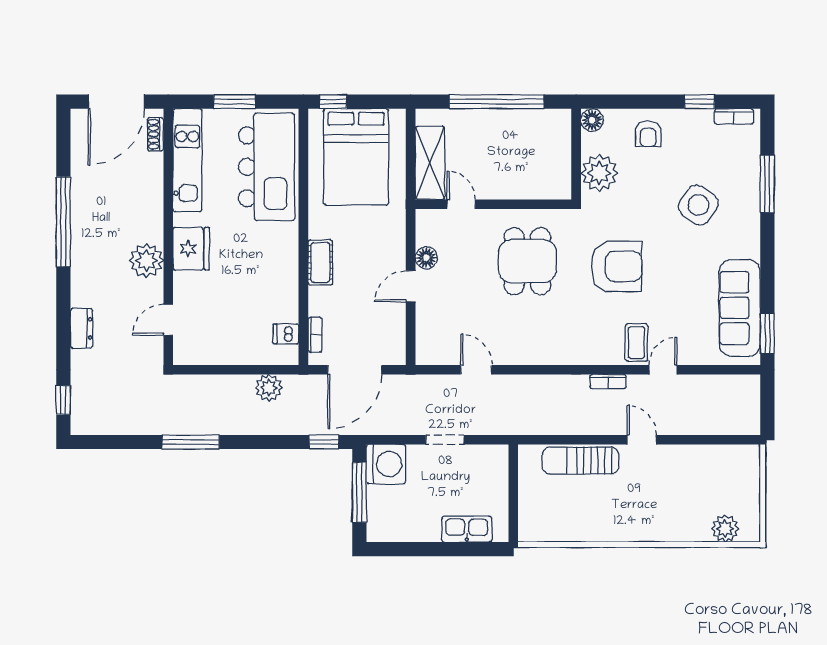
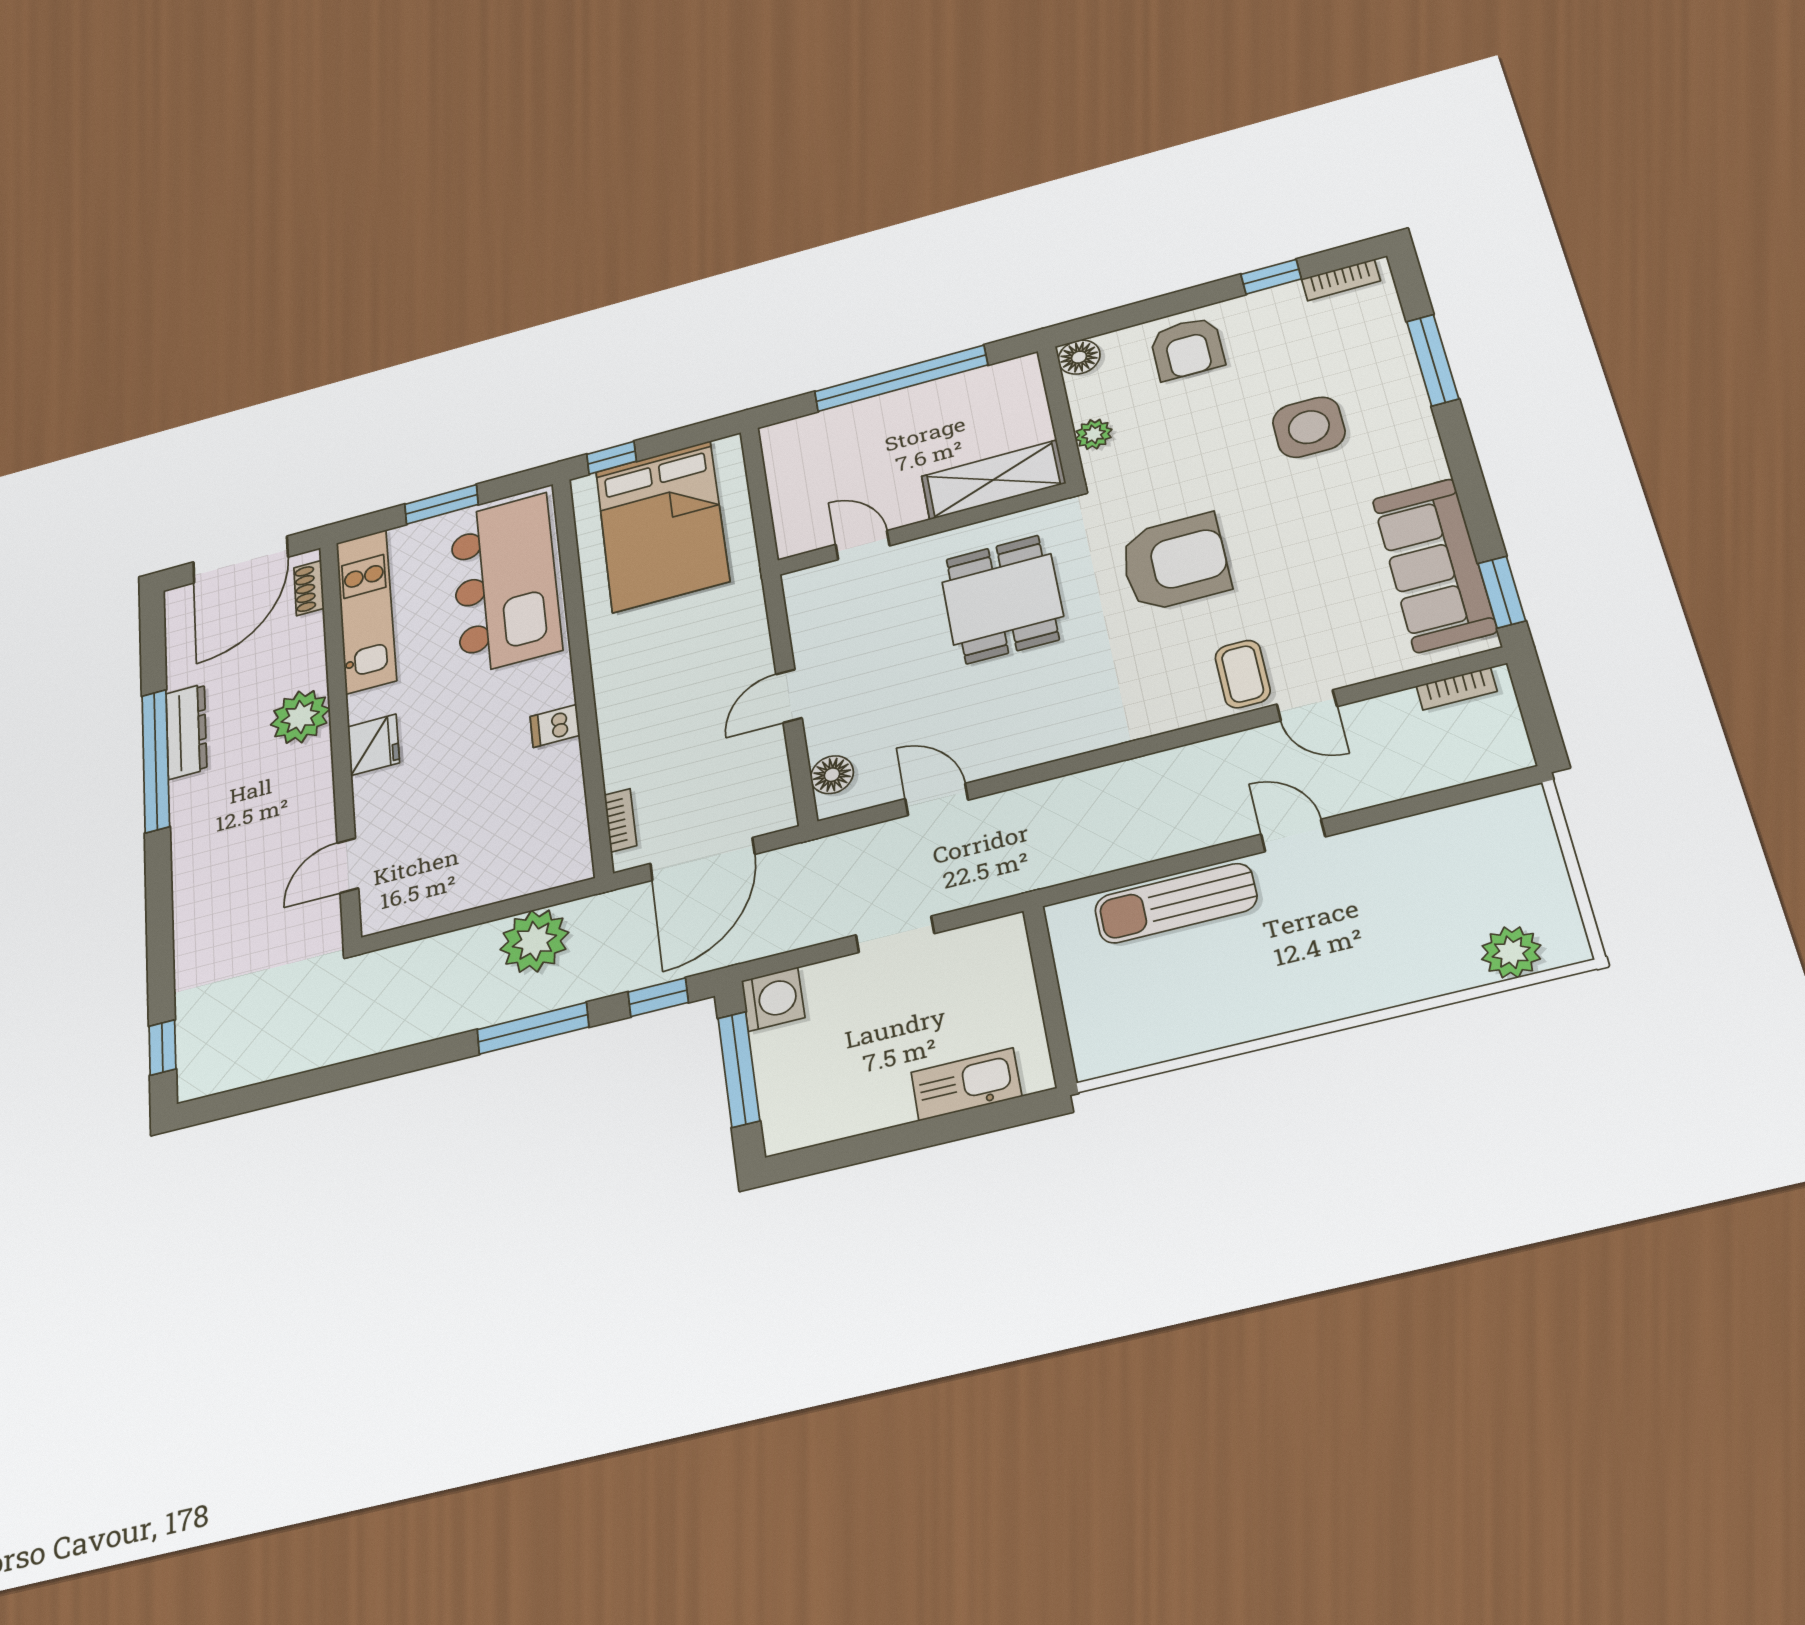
armchair: (648, 134) -> (1187, 348), width x1.38, depth x1.38
shelving: (430, 163) -> (993, 480), moved, turned 90
plant: (599, 173) -> (1094, 434), width x0.53, depth x0.53
side table: (698, 205) -> (1309, 427), turned -36
fridge: (191, 249) -> (374, 745), width x0.73, depth x0.75
floor lamp: (426, 258) -> (832, 775), moved
plant: (146, 260) -> (300, 717), moved
cot: (320, 262) -> (617, 703), removed
dresser: (81, 328) -> (186, 731), moved, width x1.44
dishwasher: (286, 334) -> (555, 726), moved
door: (663, 370) -> (1307, 705), swing flipped
bookcase: (608, 382) -> (1457, 689), moved
plant: (269, 388) -> (534, 941), width x1.36, depth x1.36
window: (191, 442) -> (533, 1028), moved
washing machine: (386, 464) -> (773, 999), width x0.73, depth x0.73

